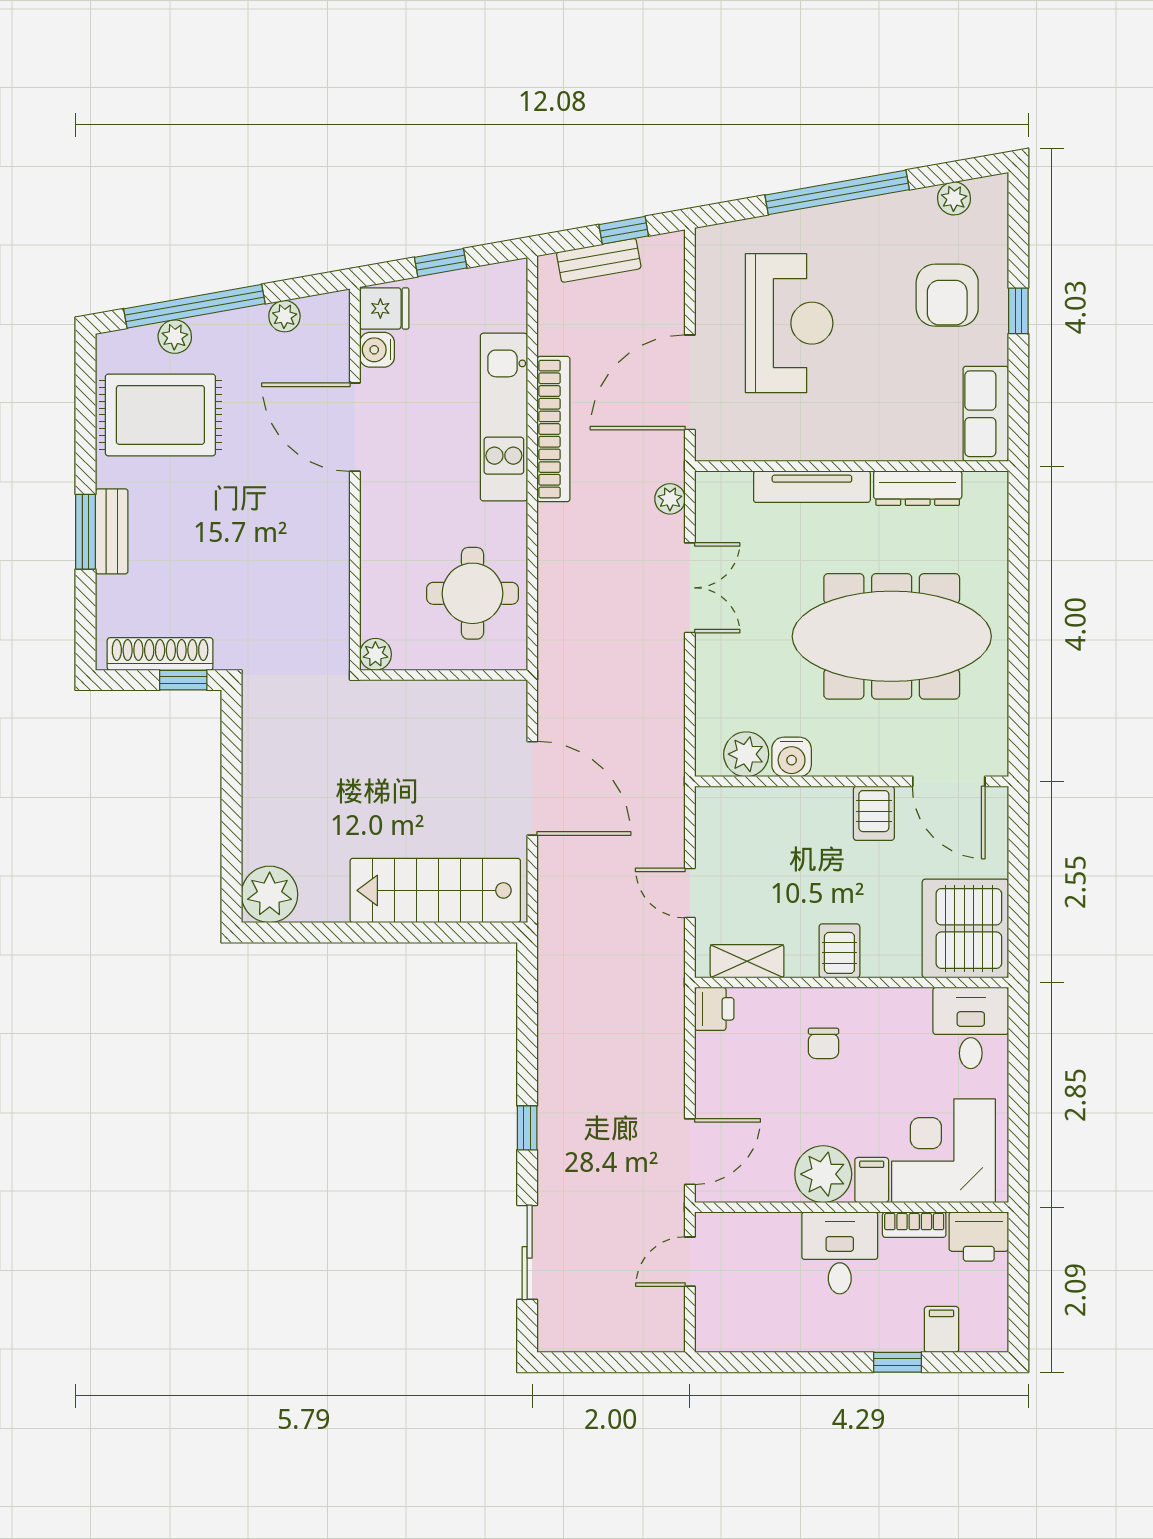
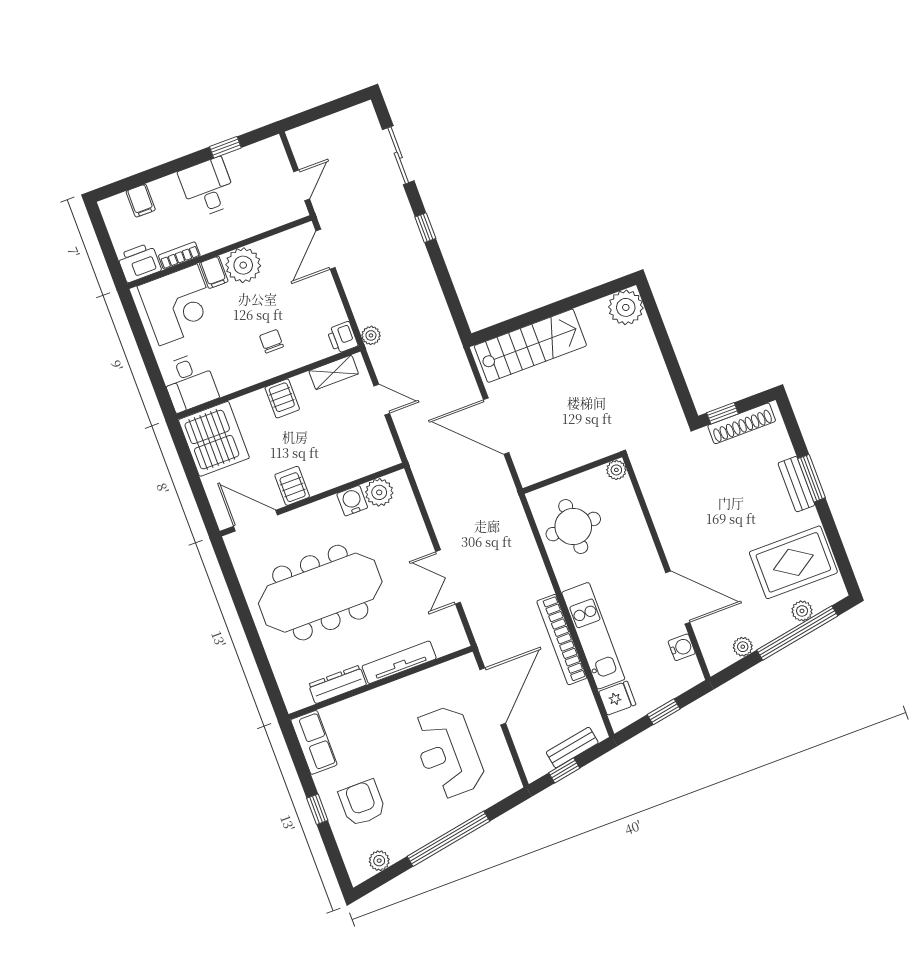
fridge: (384, 308) -> (617, 698), moved, turned 180
plant: (670, 499) -> (371, 335), moved
desk: (840, 1253) -> (208, 187), moved, turned 180
window: (898, 1362) -> (225, 147), moved

